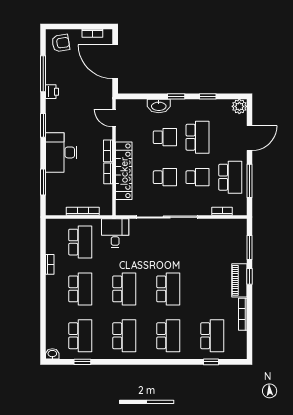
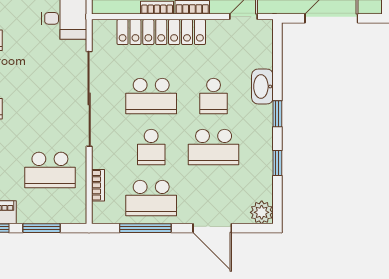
school desk: (165, 177) -> (151, 96), width x1.85
school desk: (212, 242) -> (50, 170), added

